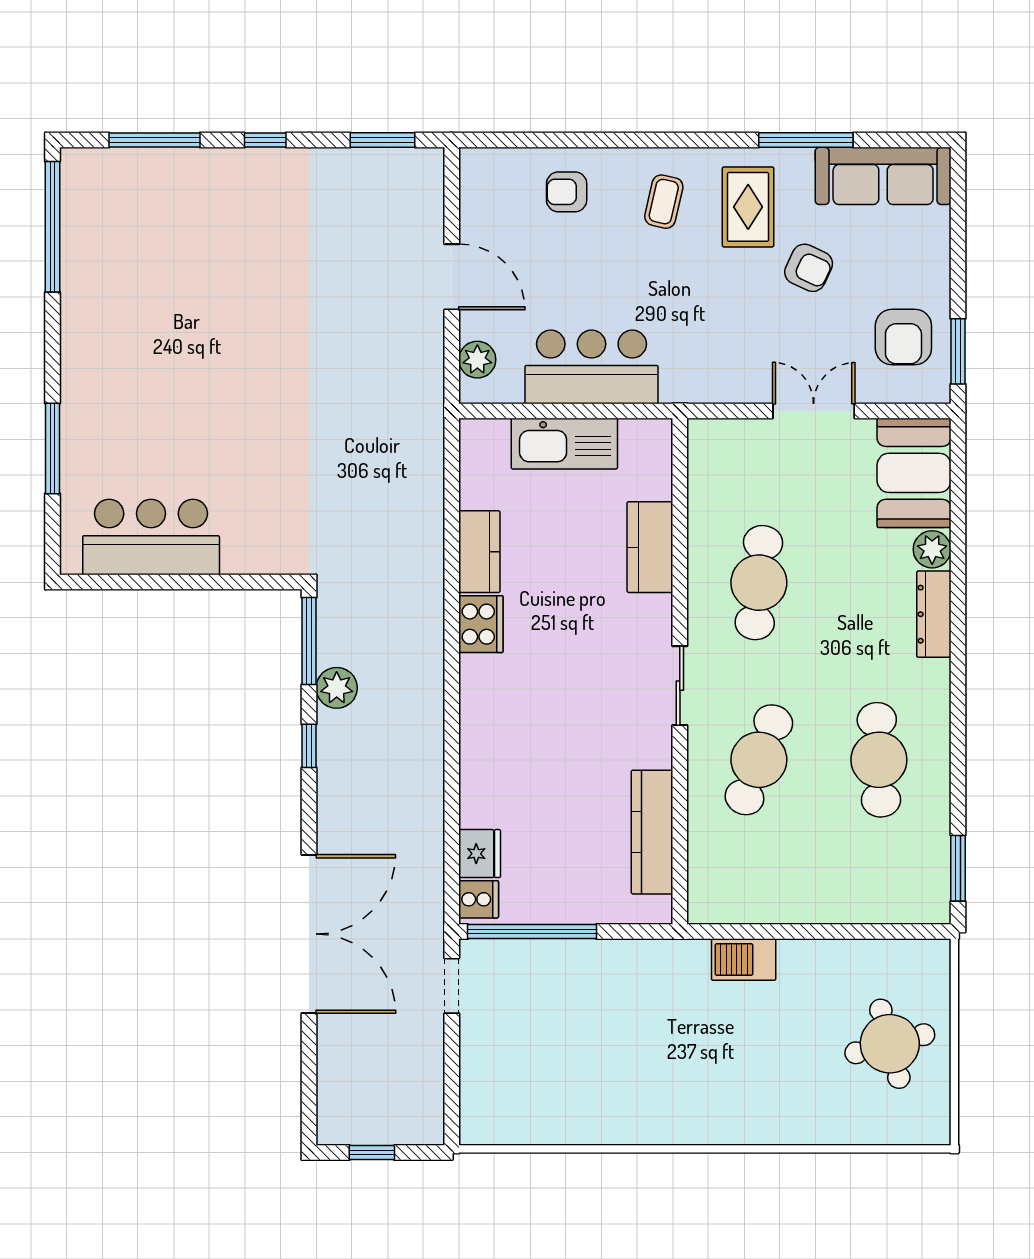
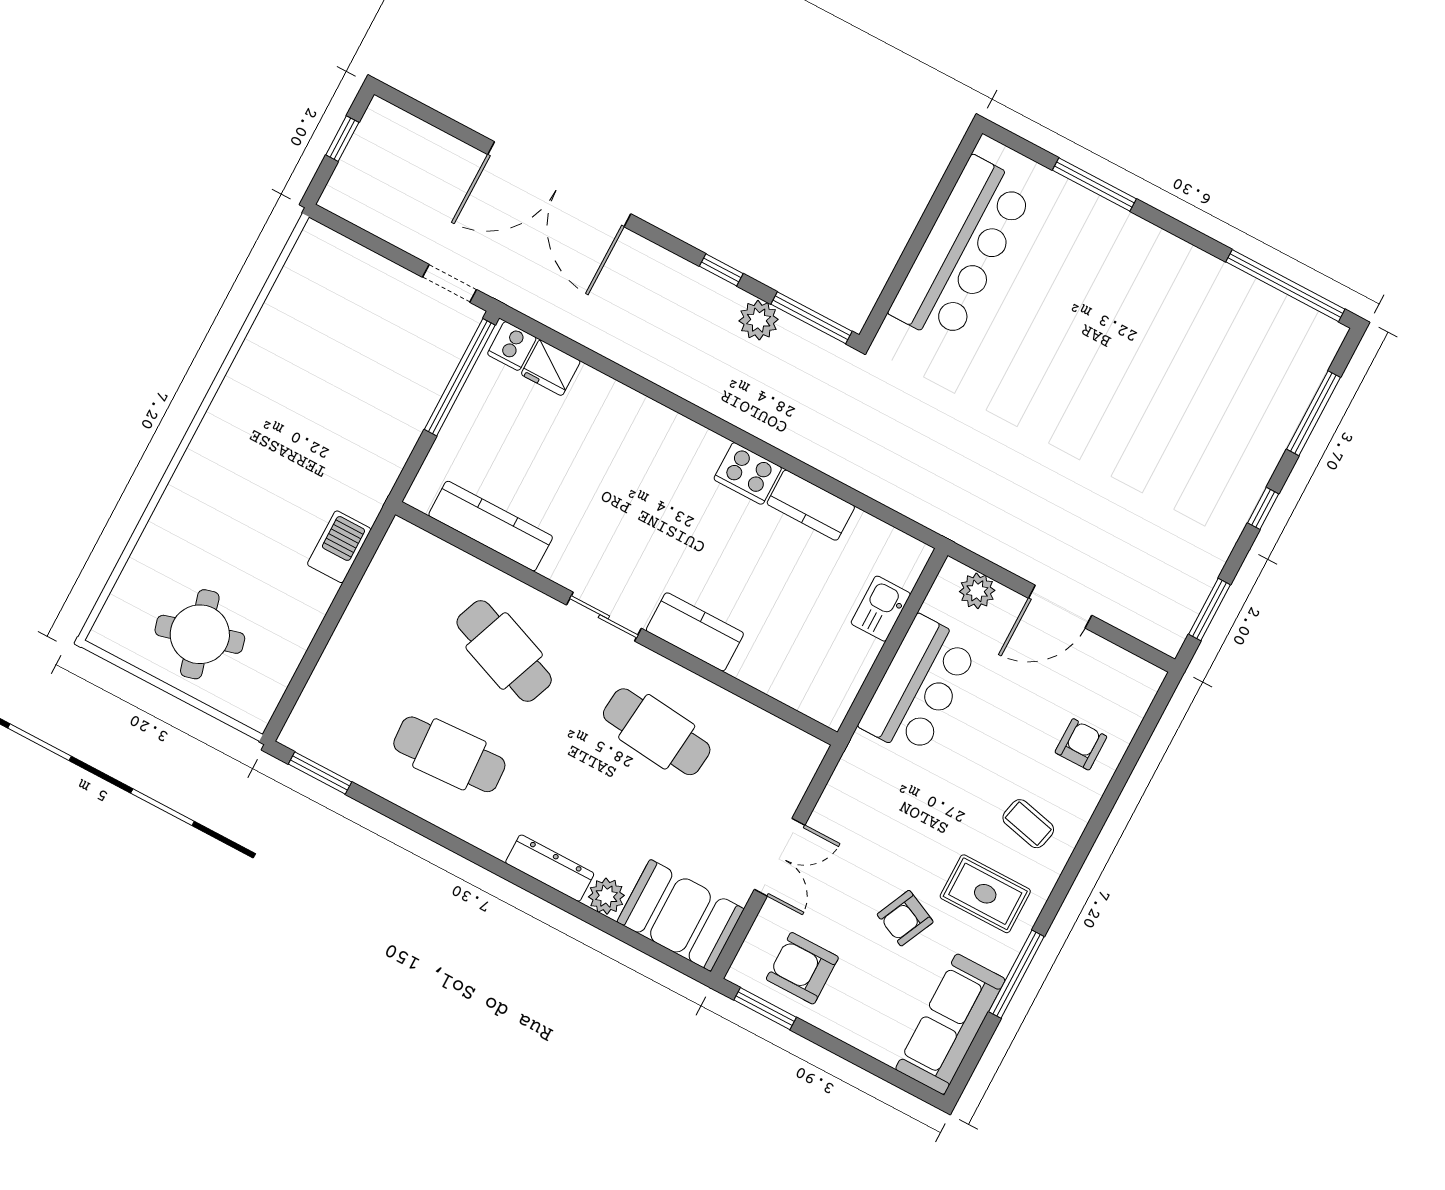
kitchen sink: (564, 444) -> (881, 609), width x0.53, depth x0.81
bar counter: (151, 537) -> (962, 250), width x1.36
kitchen counter: (650, 547) -> (695, 632), moved

